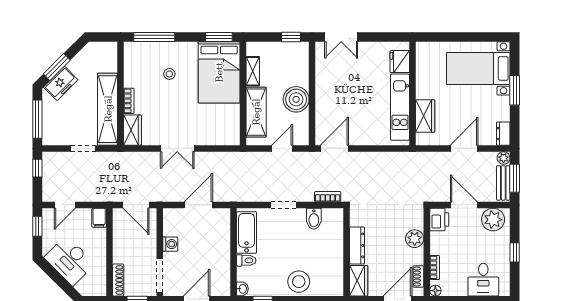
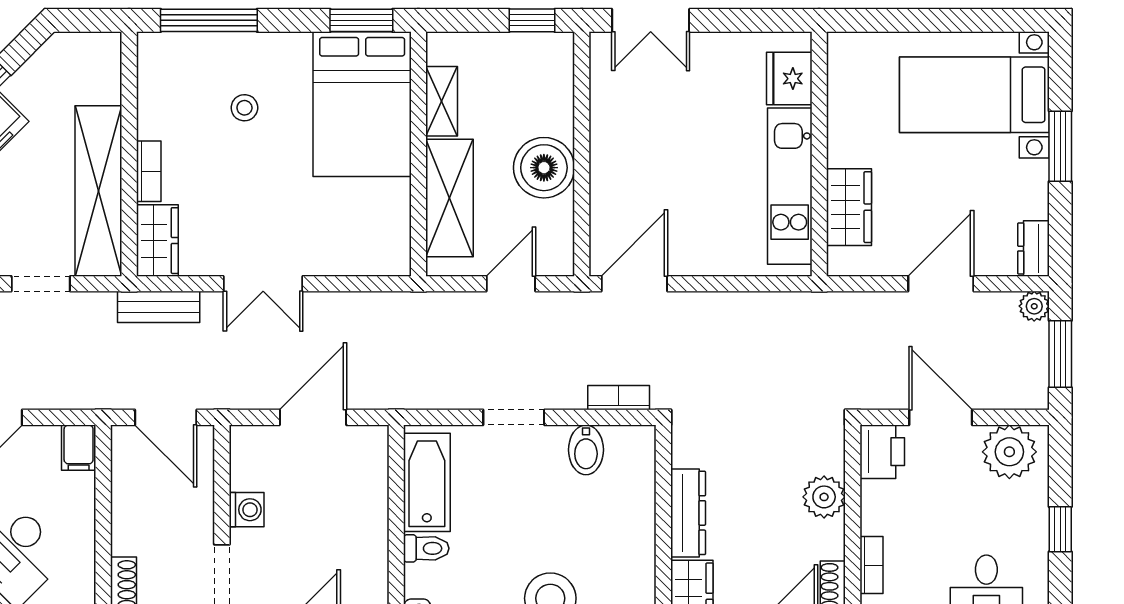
bench: (503, 183) -> (159, 307), moved, turned 90

